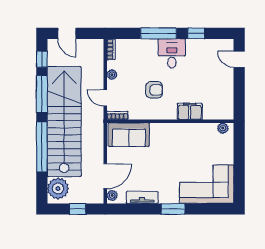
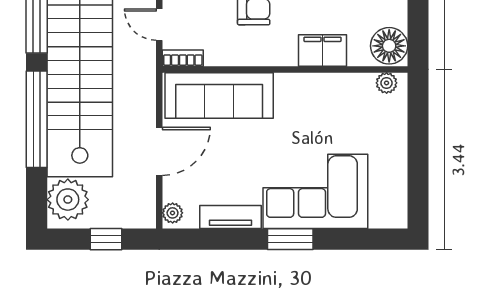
floor lamp: (224, 109) -> (389, 46), added
sofa: (129, 135) -> (219, 96), width x1.36
door: (105, 176) -> (159, 151), moved
corner sofa: (207, 184) -> (315, 191), moved

